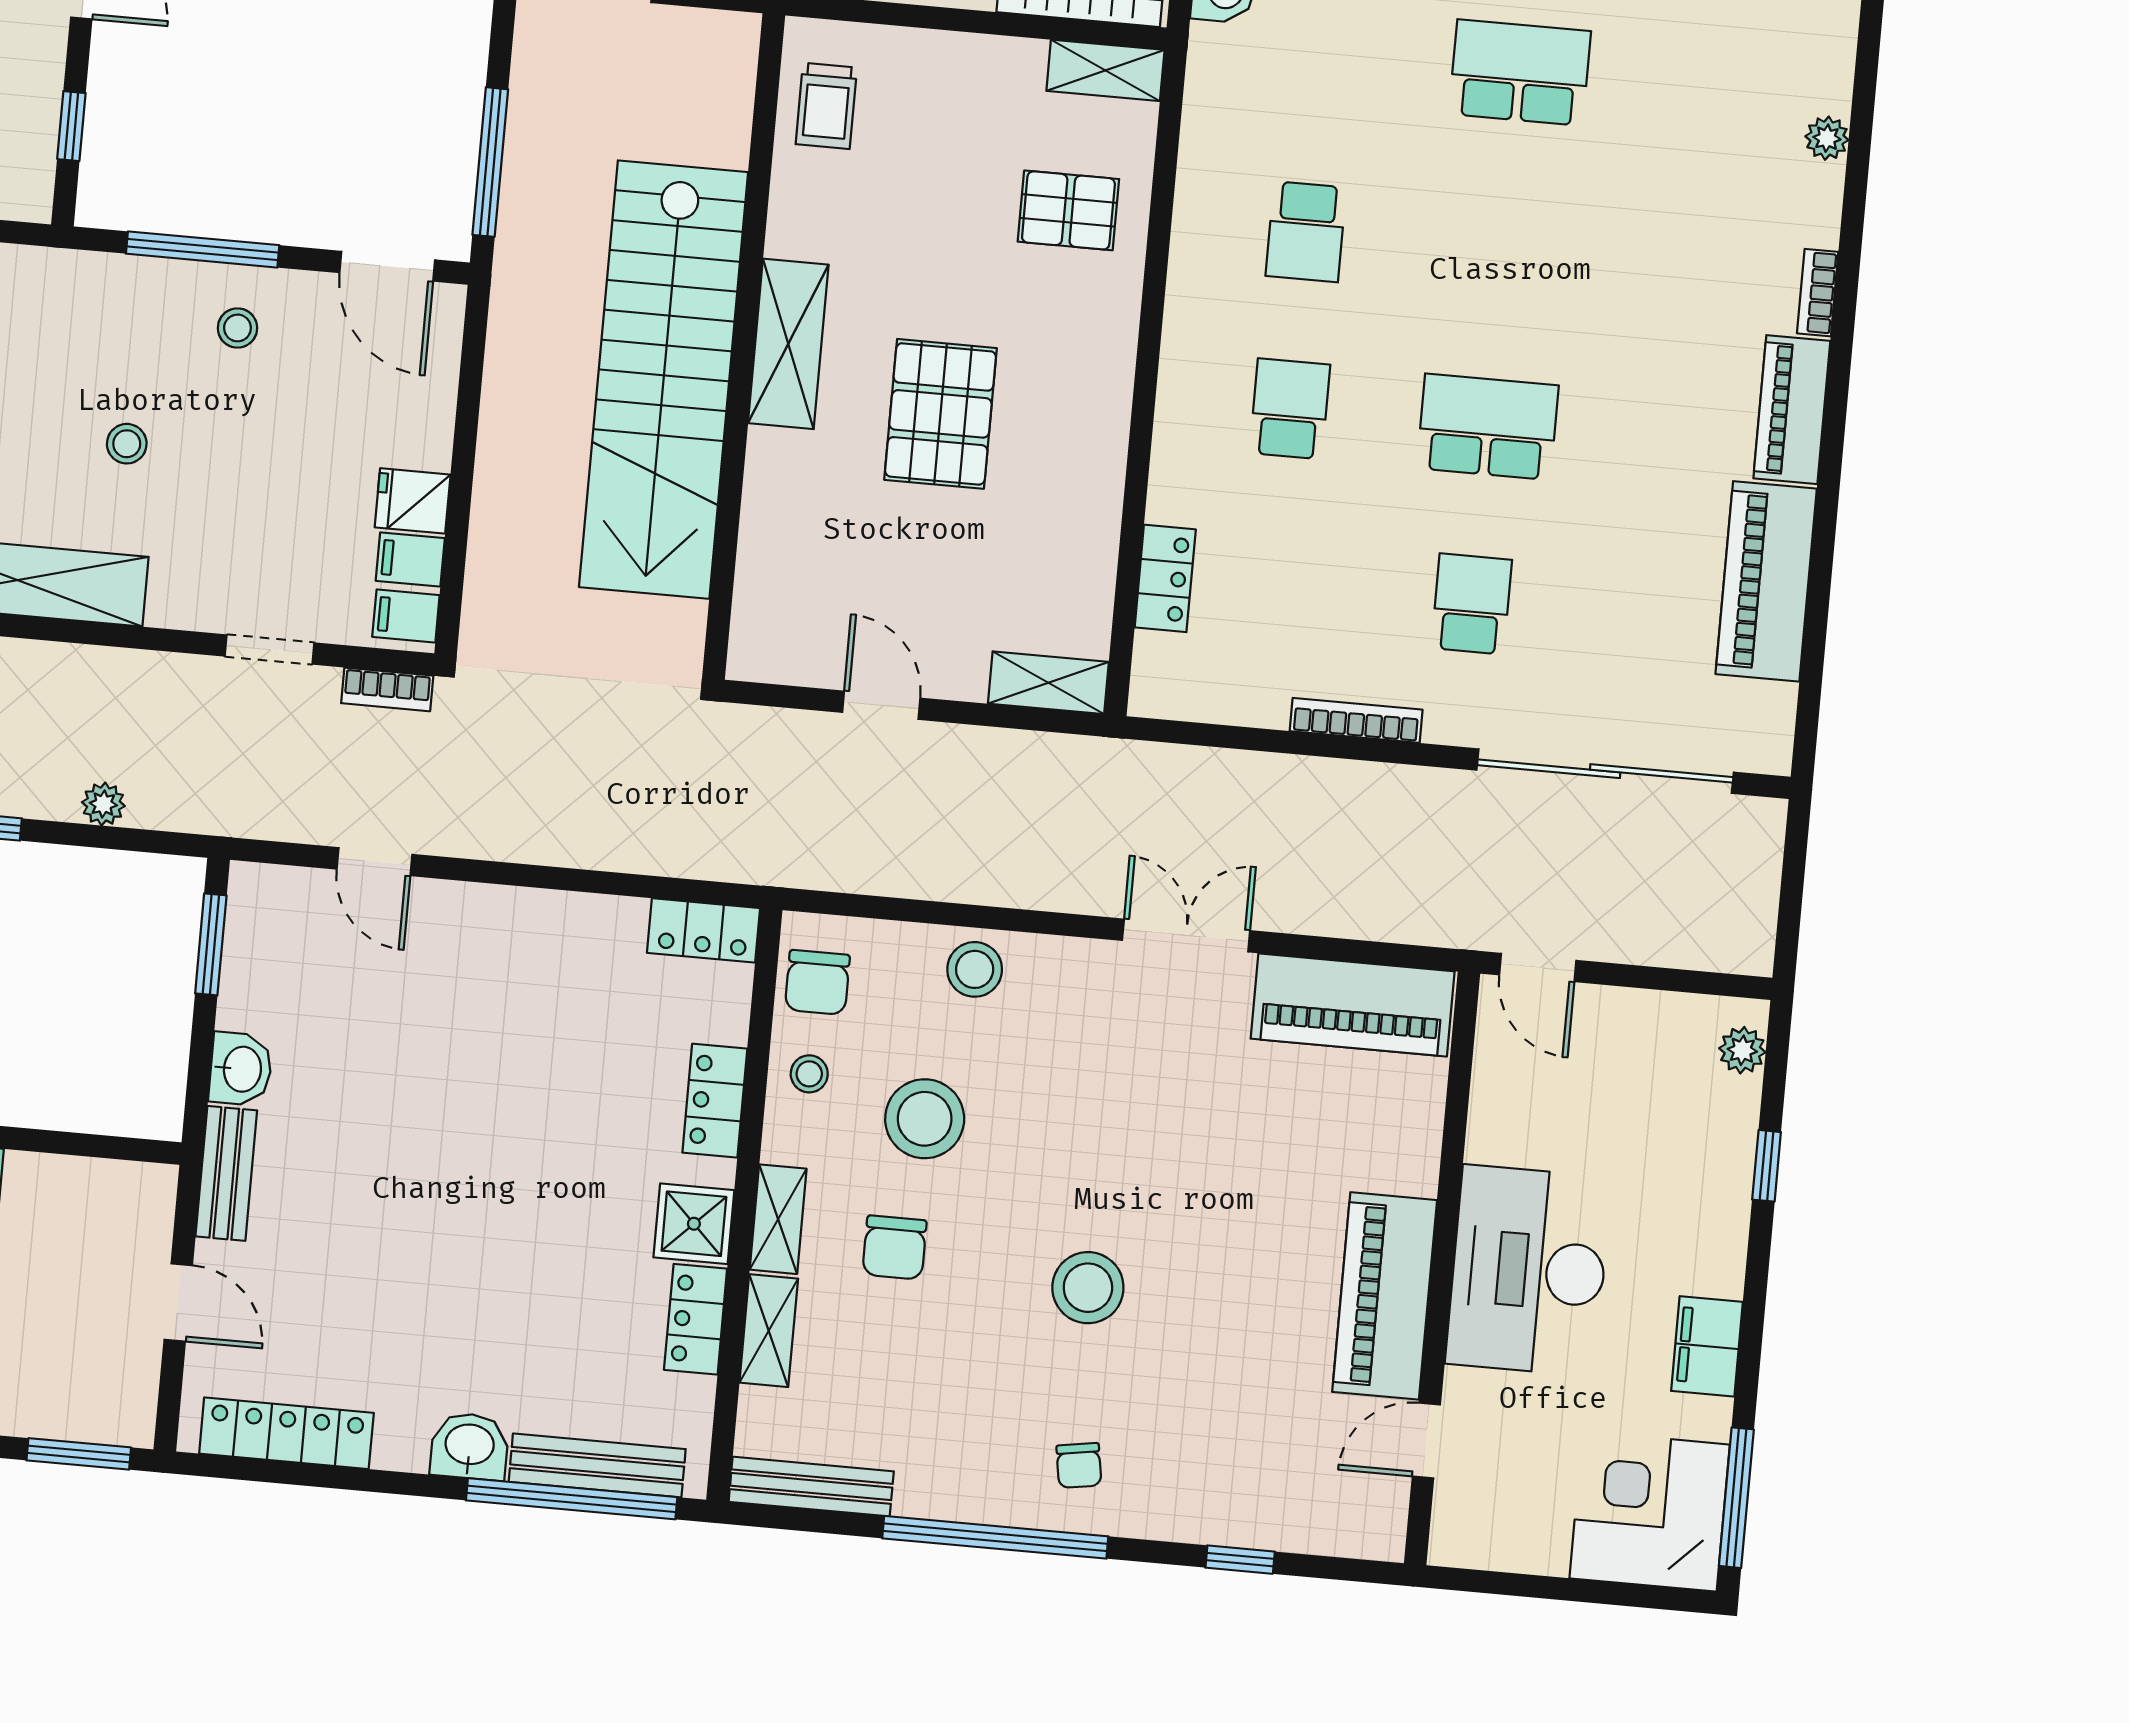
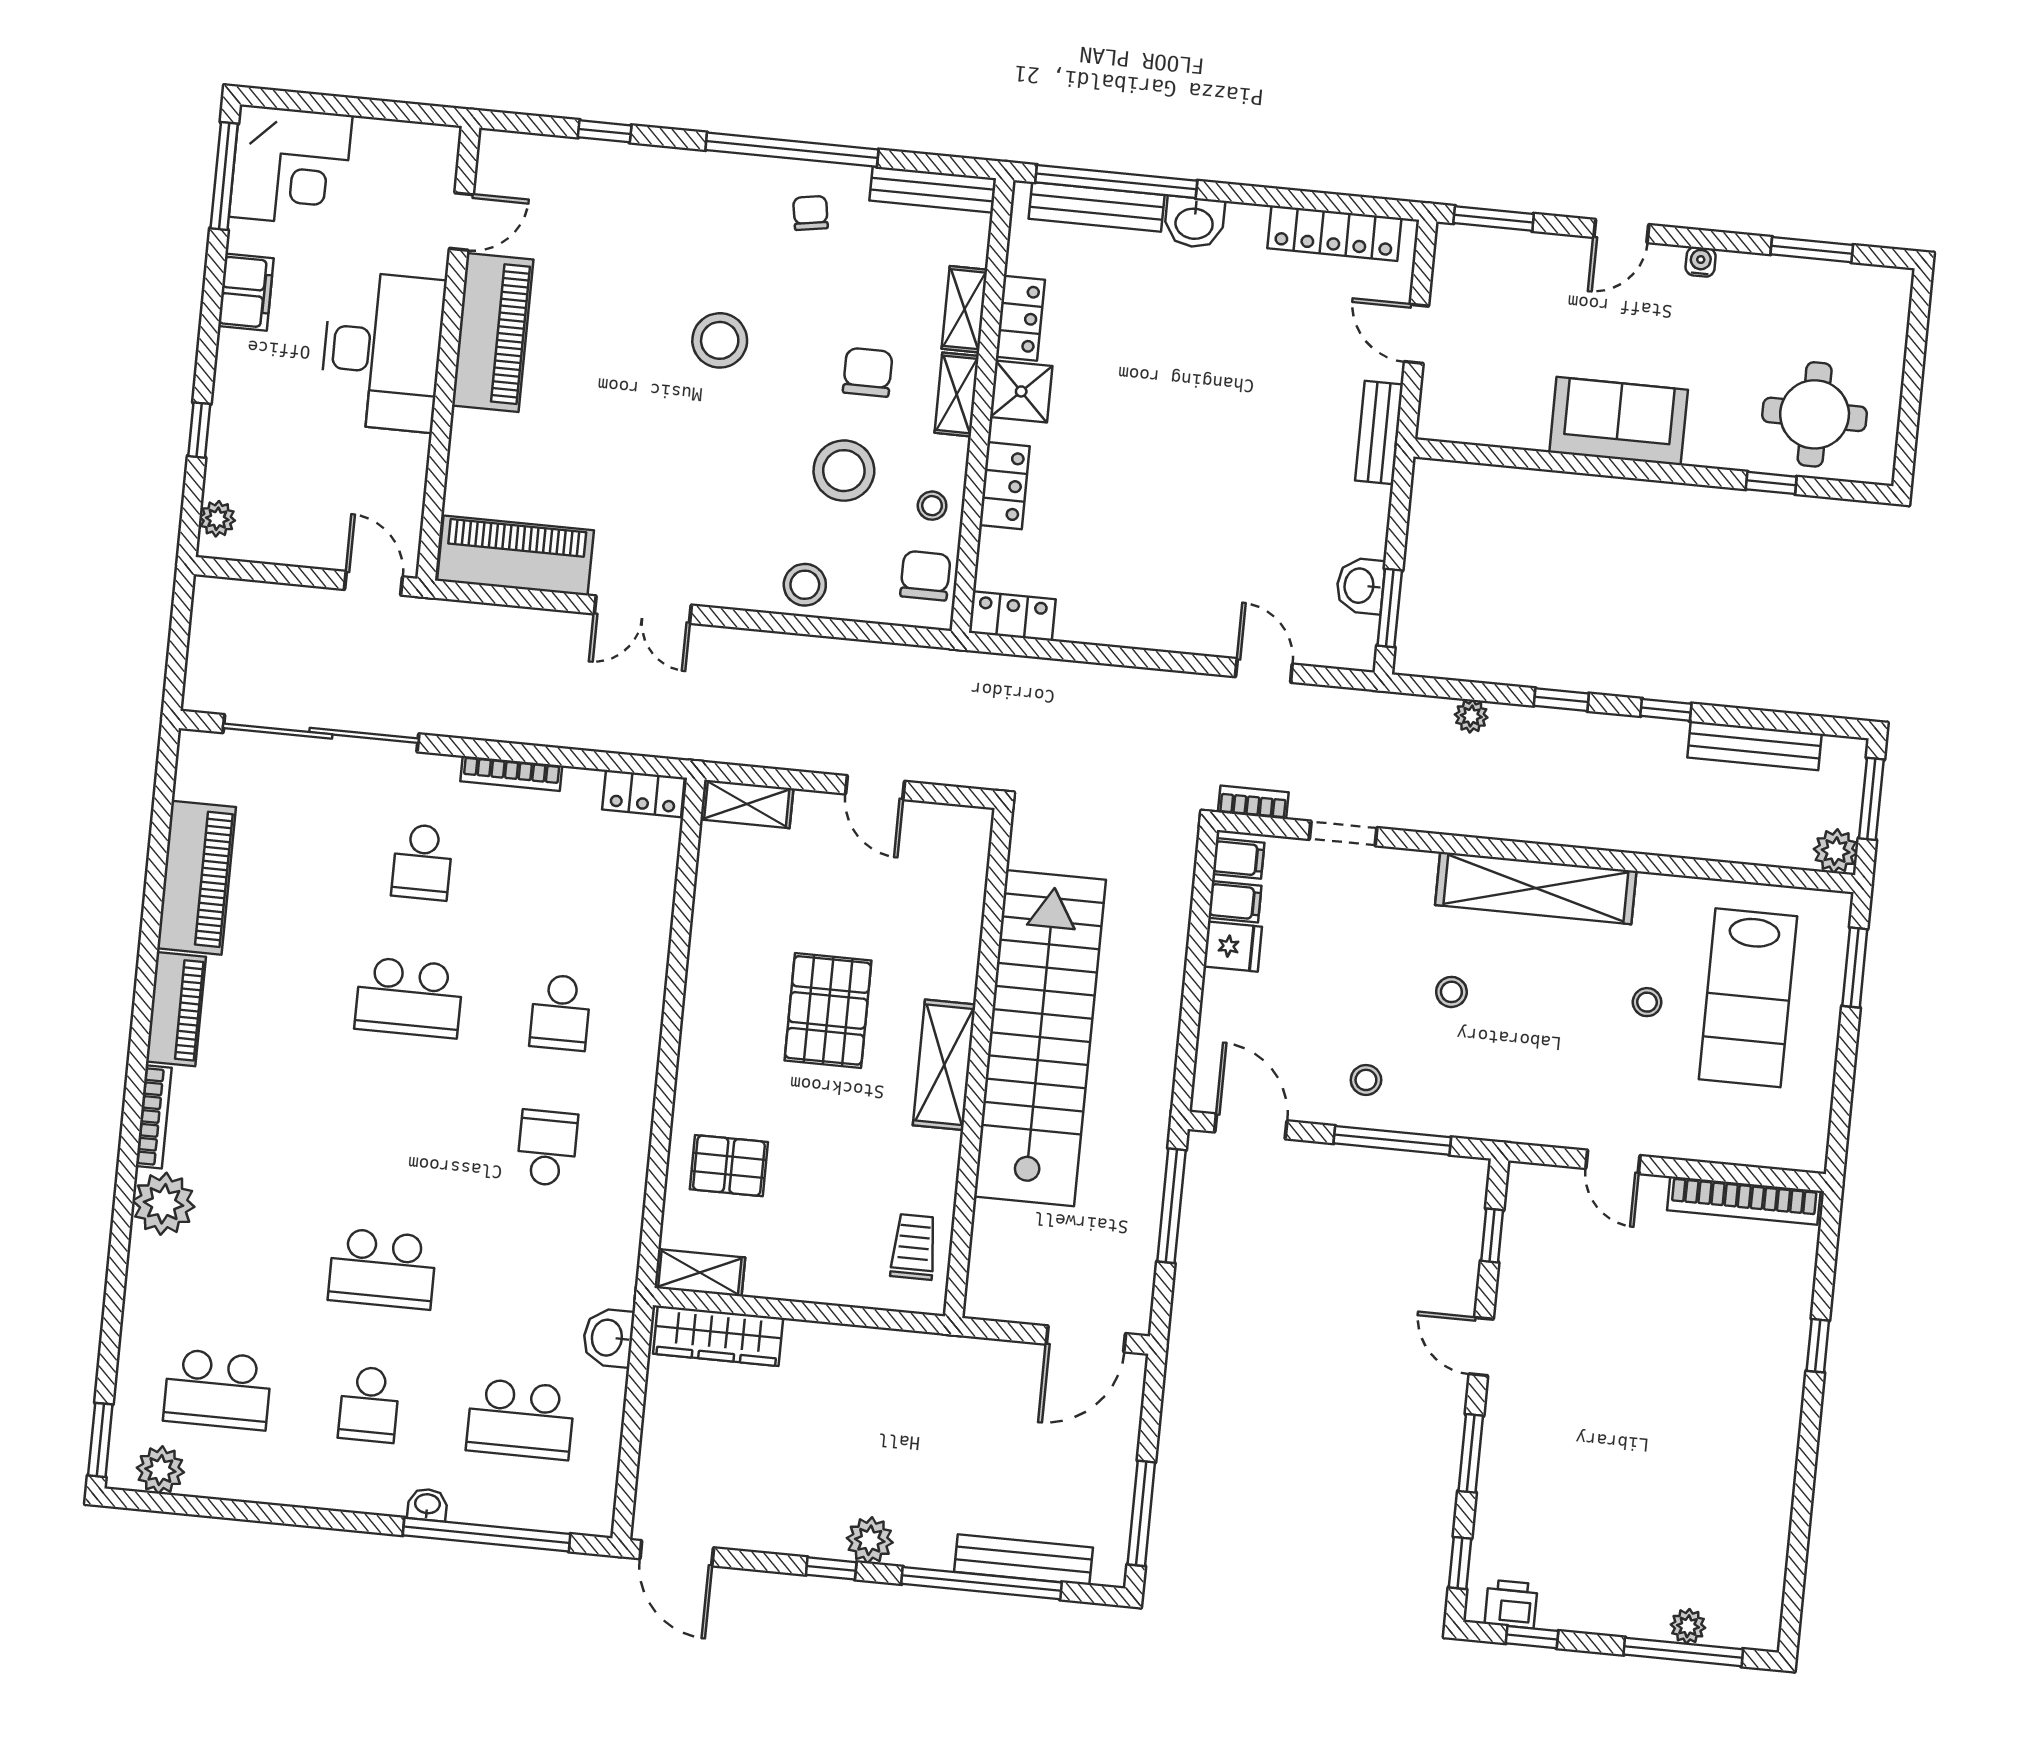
plant: (1827, 138) -> (164, 1204), width x1.87, depth x1.87
bookcase: (1818, 293) -> (154, 1117), width x1.56
locker: (1165, 578) -> (643, 794), moved, turned -90
washbasin: (241, 1069) -> (1360, 586), moved
chair: (1079, 1465) -> (811, 213), moved

